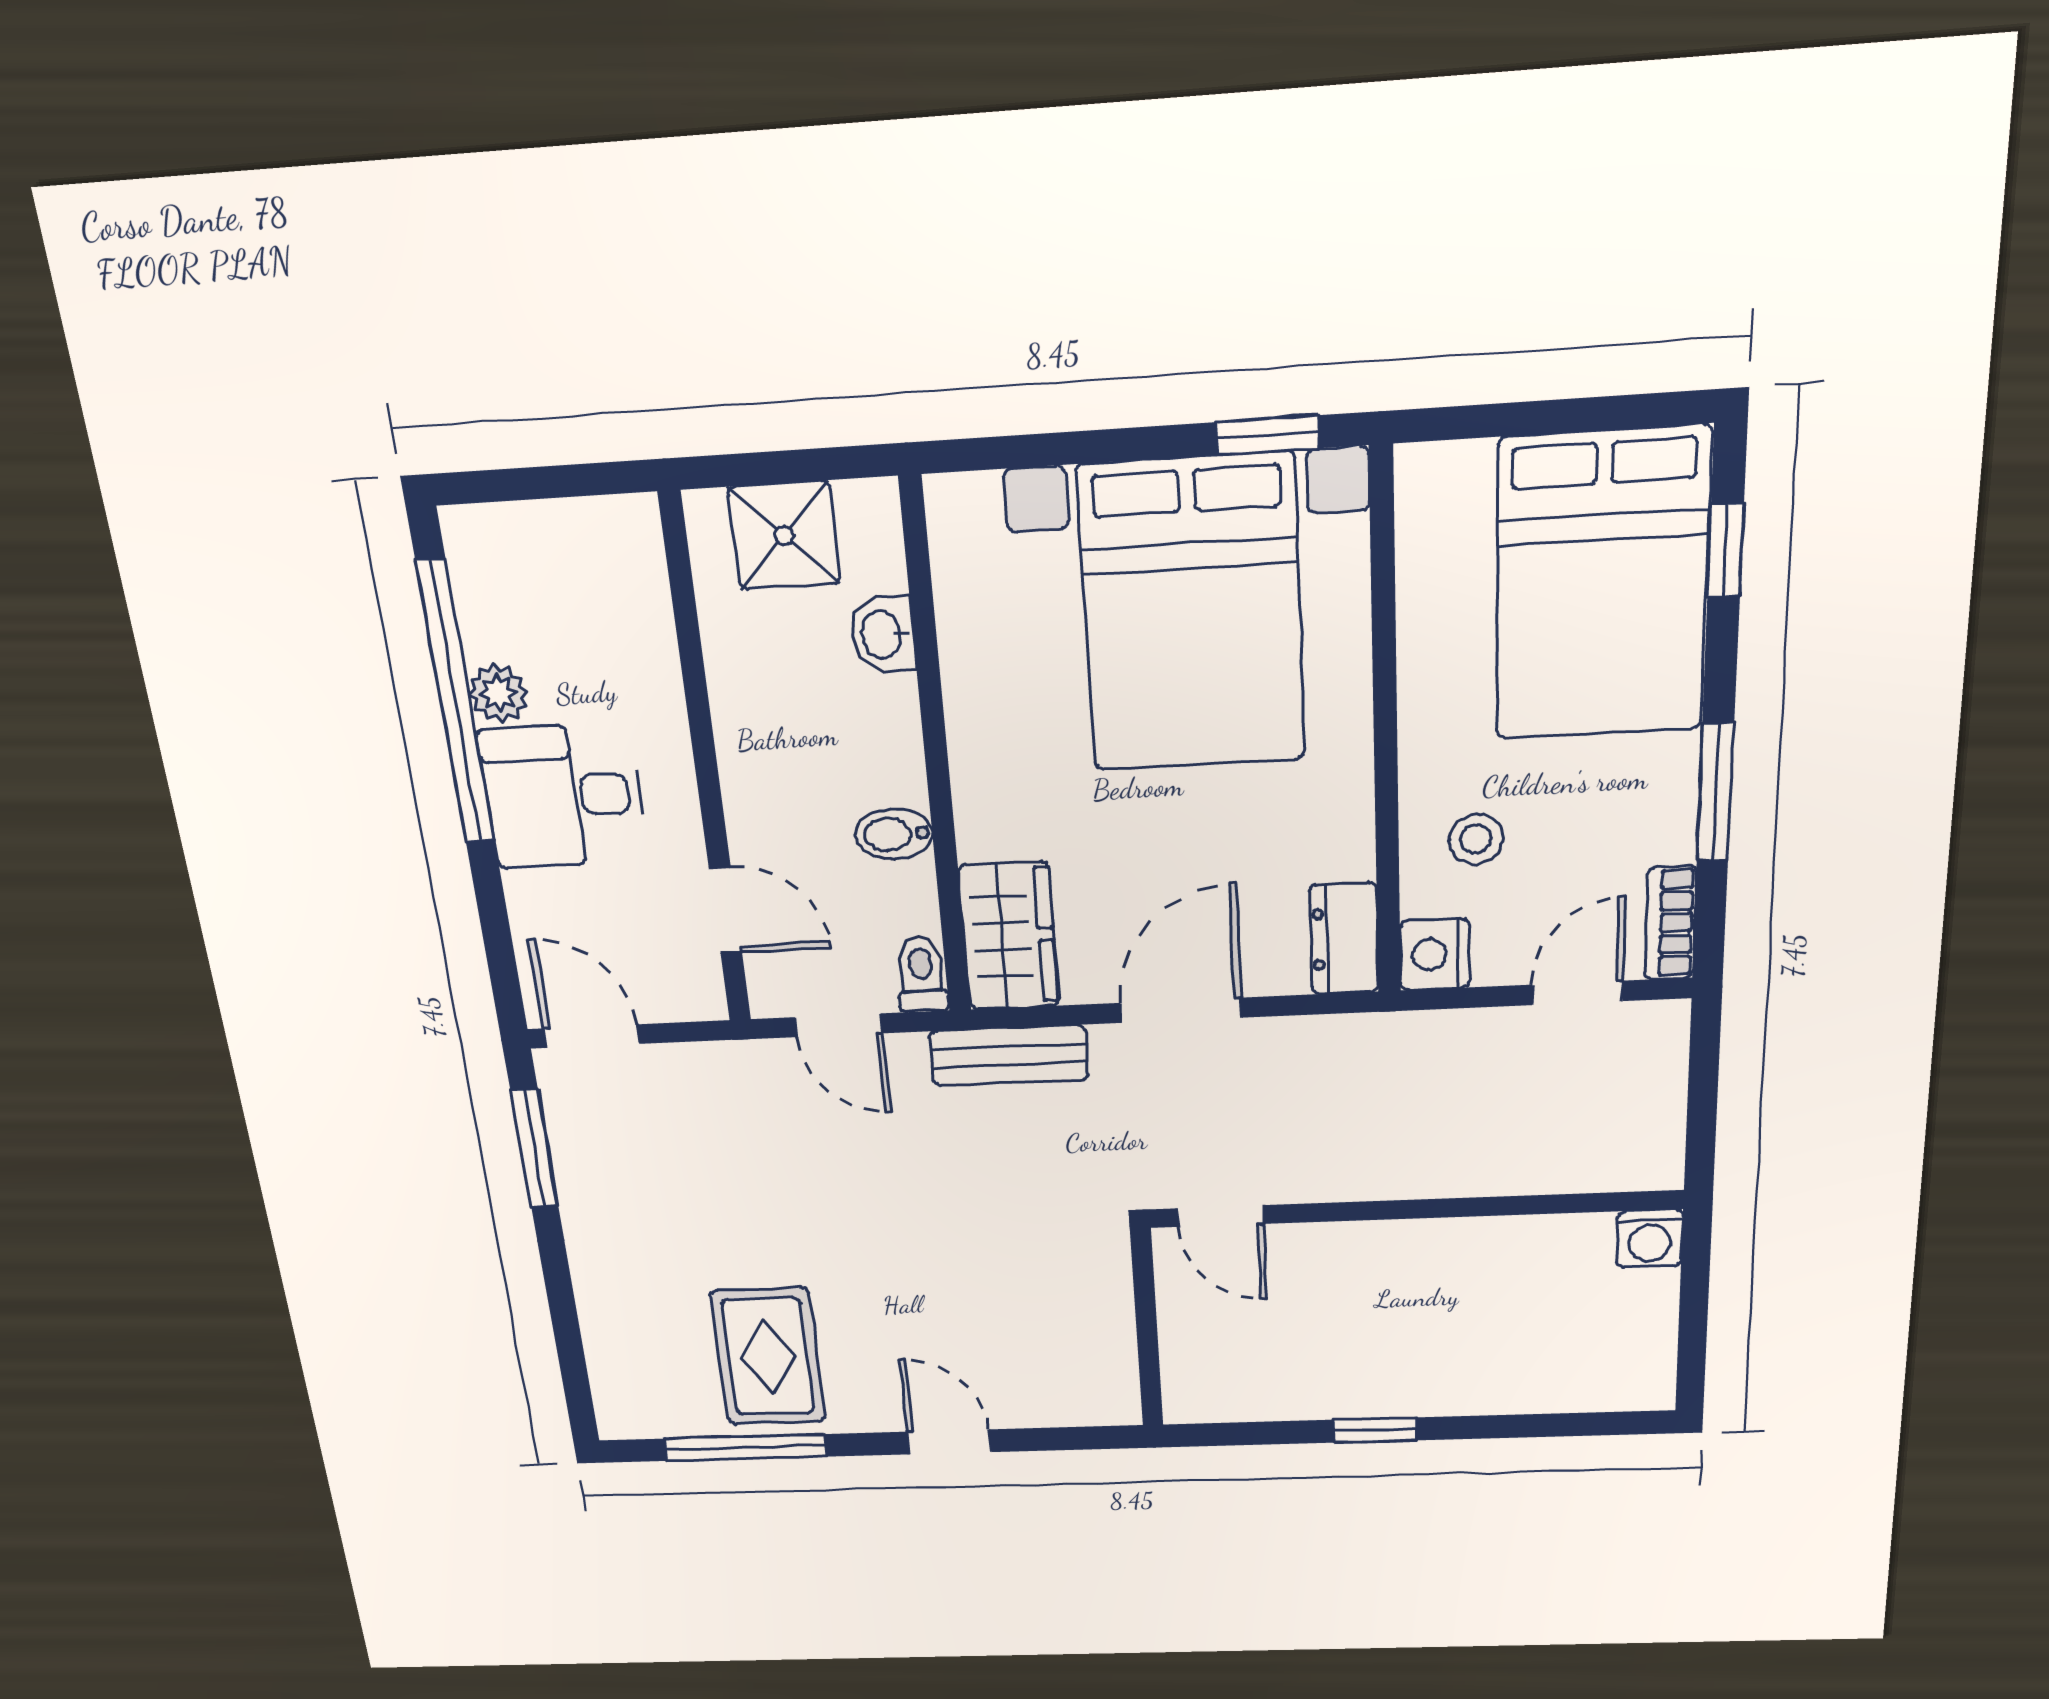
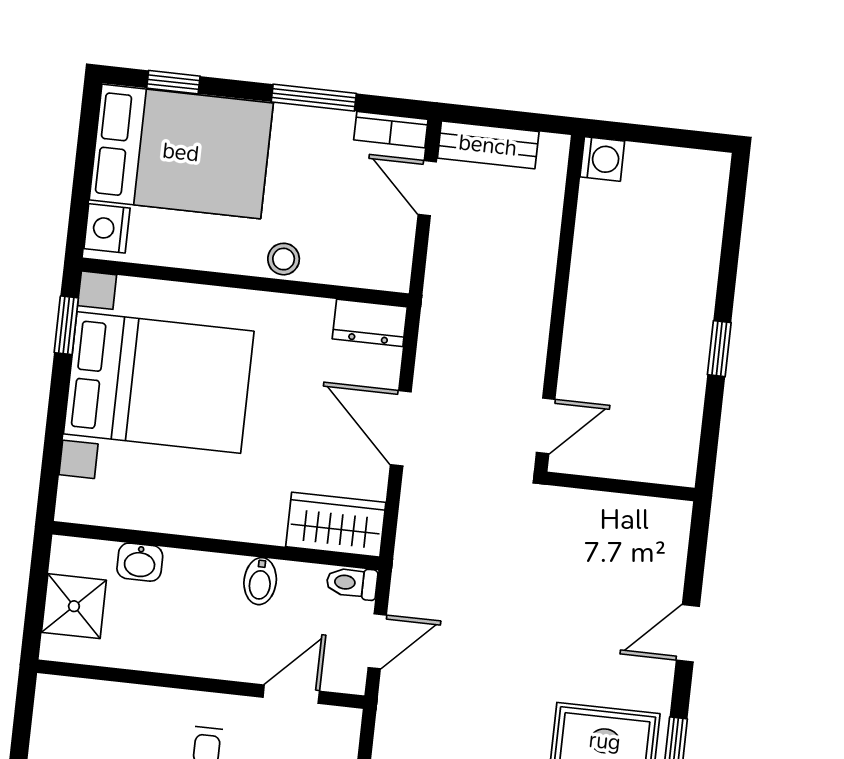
stool: (1476, 839) -> (284, 259), moved
nightstand: (1435, 954) -> (107, 228), moved, turned 90
bench: (1009, 1056) -> (488, 145), moved, turned 90

